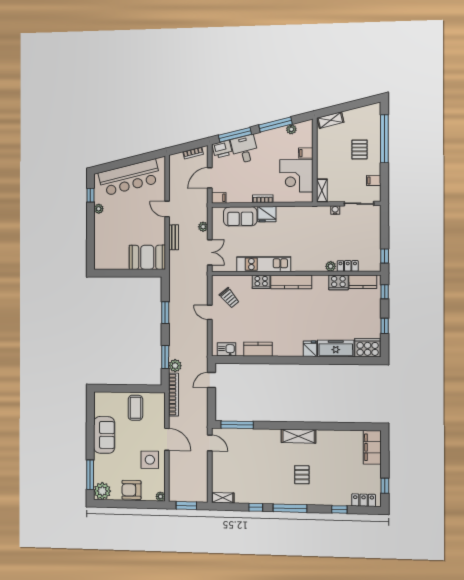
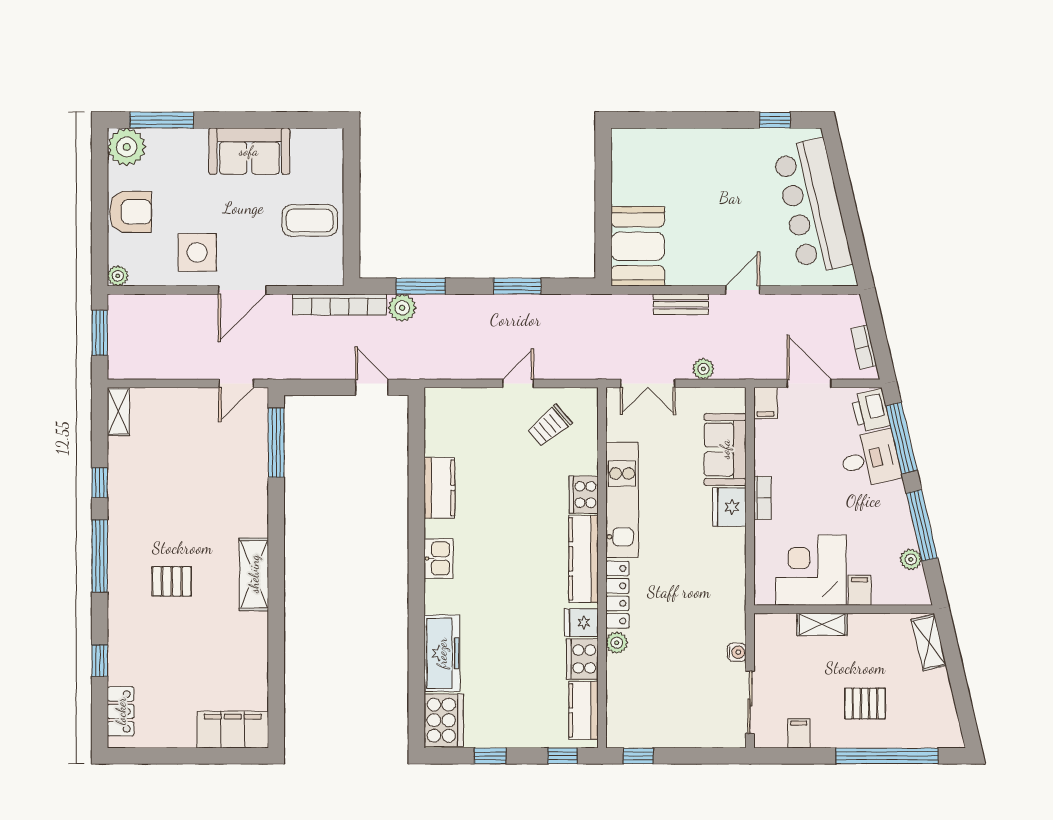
shelving: (322, 191) -> (822, 624), moved
plant: (99, 209) -> (745, 138), removed
locker: (348, 266) -> (617, 595), moved, width x1.53
kitchen sink: (226, 349) -> (438, 558), moved
fridge: (310, 349) -> (581, 623), moved, turned 180
window: (385, 486) -> (152, 756), removed
armchair: (131, 490) -> (131, 212), turned 90

